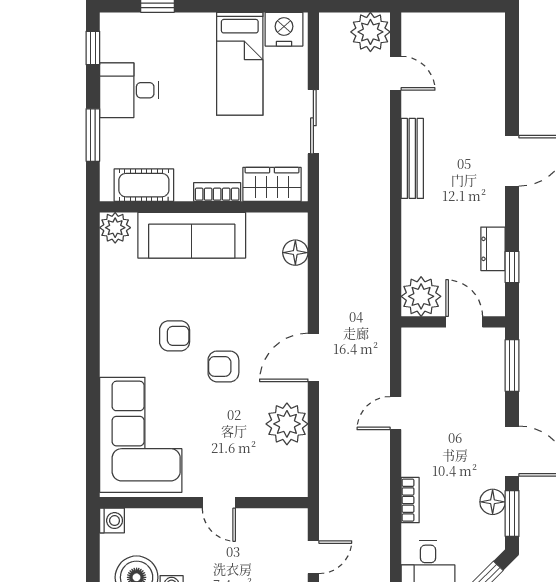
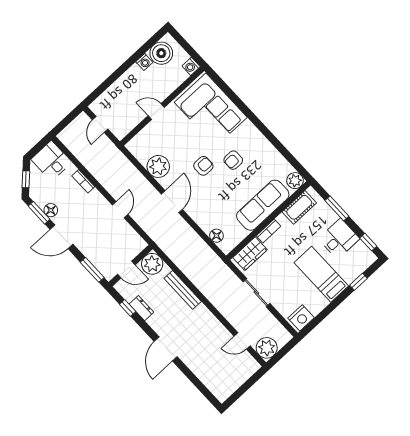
bed: (240, 64) -> (321, 274), moved
bench: (412, 158) -> (183, 290), moved

